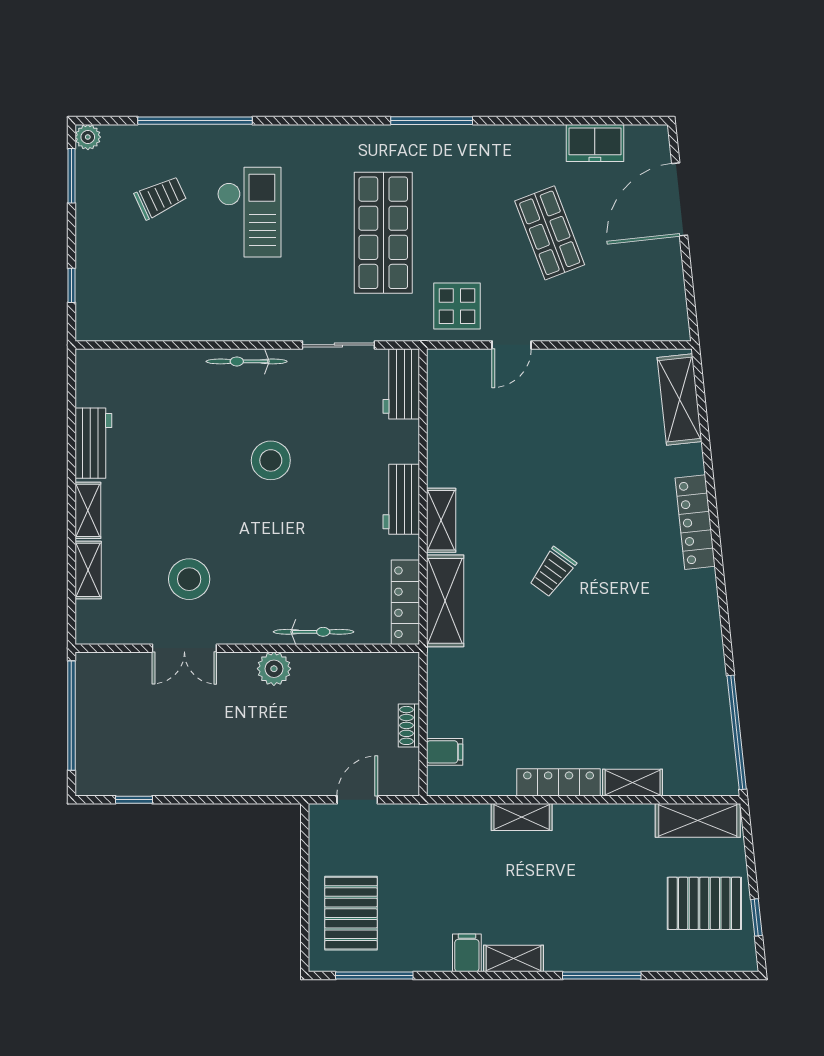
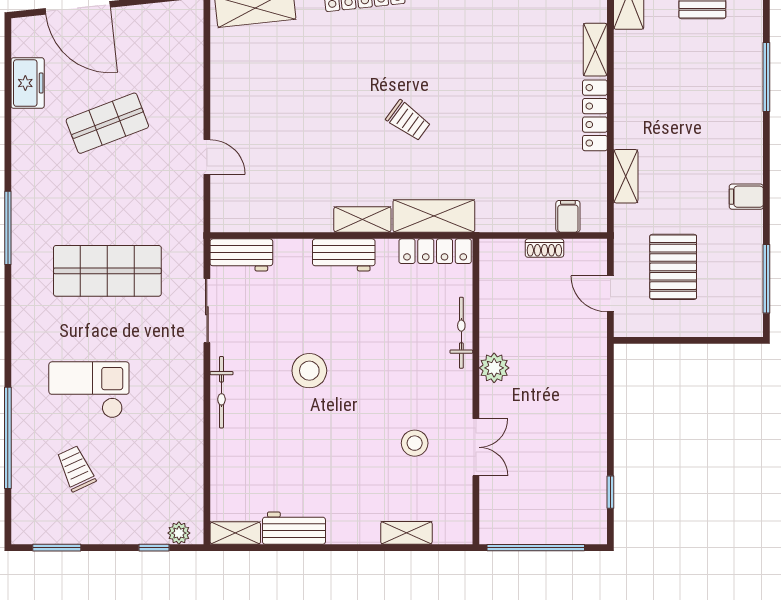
plant: (88, 137) -> (179, 533), moved
display table: (457, 306) -> (172, 205), removed
shelving: (88, 510) -> (235, 533), moved
stool: (189, 579) -> (415, 443), width x0.73, depth x0.73
shelving: (522, 817) -> (626, 176), moved
pallet: (351, 913) -> (673, 267), moved, turned 90
shelving: (513, 959) -> (751, 155), removed

